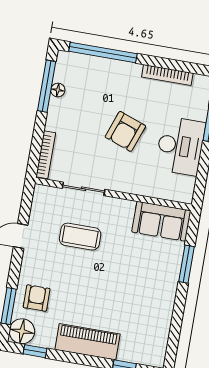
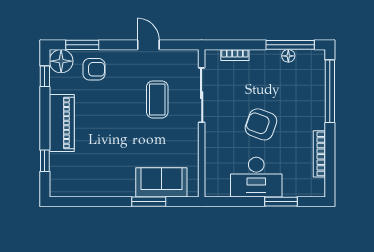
bookcase: (46, 155) -> (235, 55), width x0.64
sliding door: (84, 189) -> (202, 95), width x1.37
sofa: (161, 221) -> (161, 182), moved, turned 90

